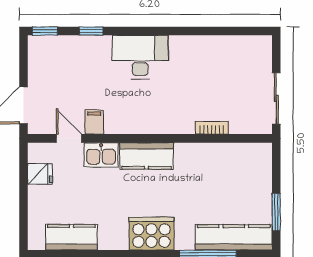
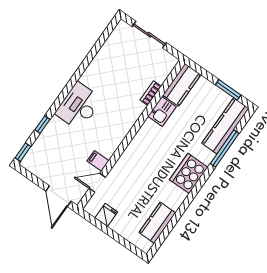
sliding door: (276, 98) -> (149, 35), moved
kitchen sink: (101, 155) -> (162, 112), moved
kitchen counter: (146, 156) -> (182, 85), moved

